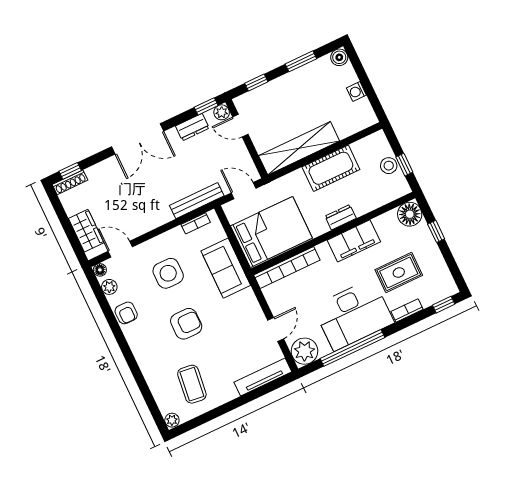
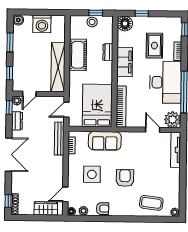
washing machine: (356, 91) -> (42, 24), width x1.89, depth x1.89
dresser: (341, 217) -> (108, 52), moved
coffee table: (192, 384) -> (151, 203), moved

